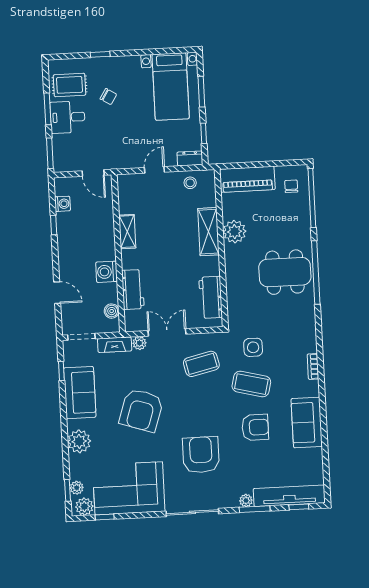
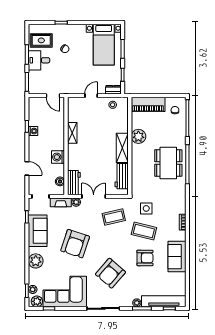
washing machine: (62, 204) -> (33, 131), moved
shelving: (208, 232) -> (122, 148), moved
dining table: (285, 272) -> (168, 163), turned 90
workbench: (133, 289) -> (74, 183), moved
armchair: (201, 455) -> (110, 273), turned -139

